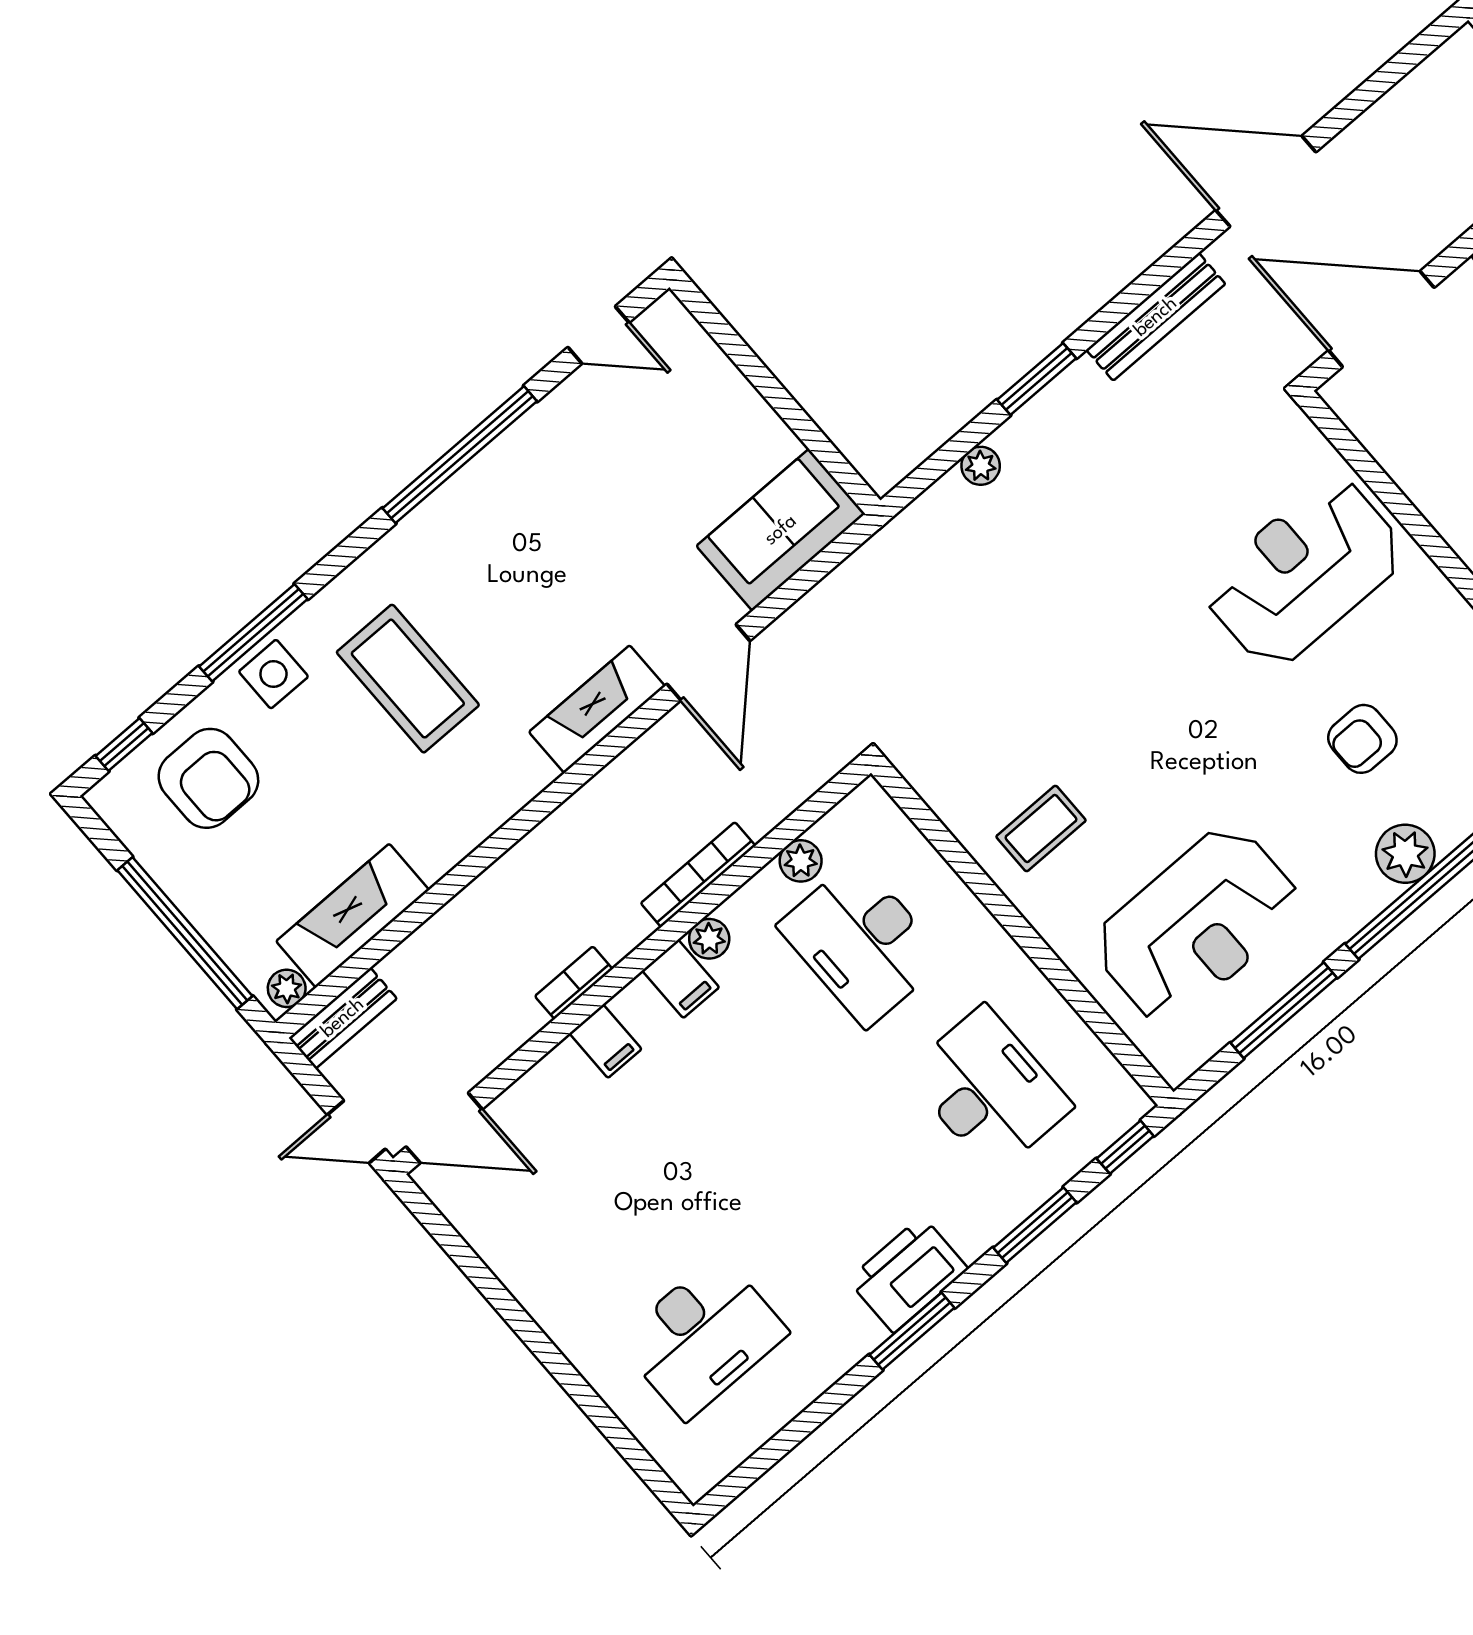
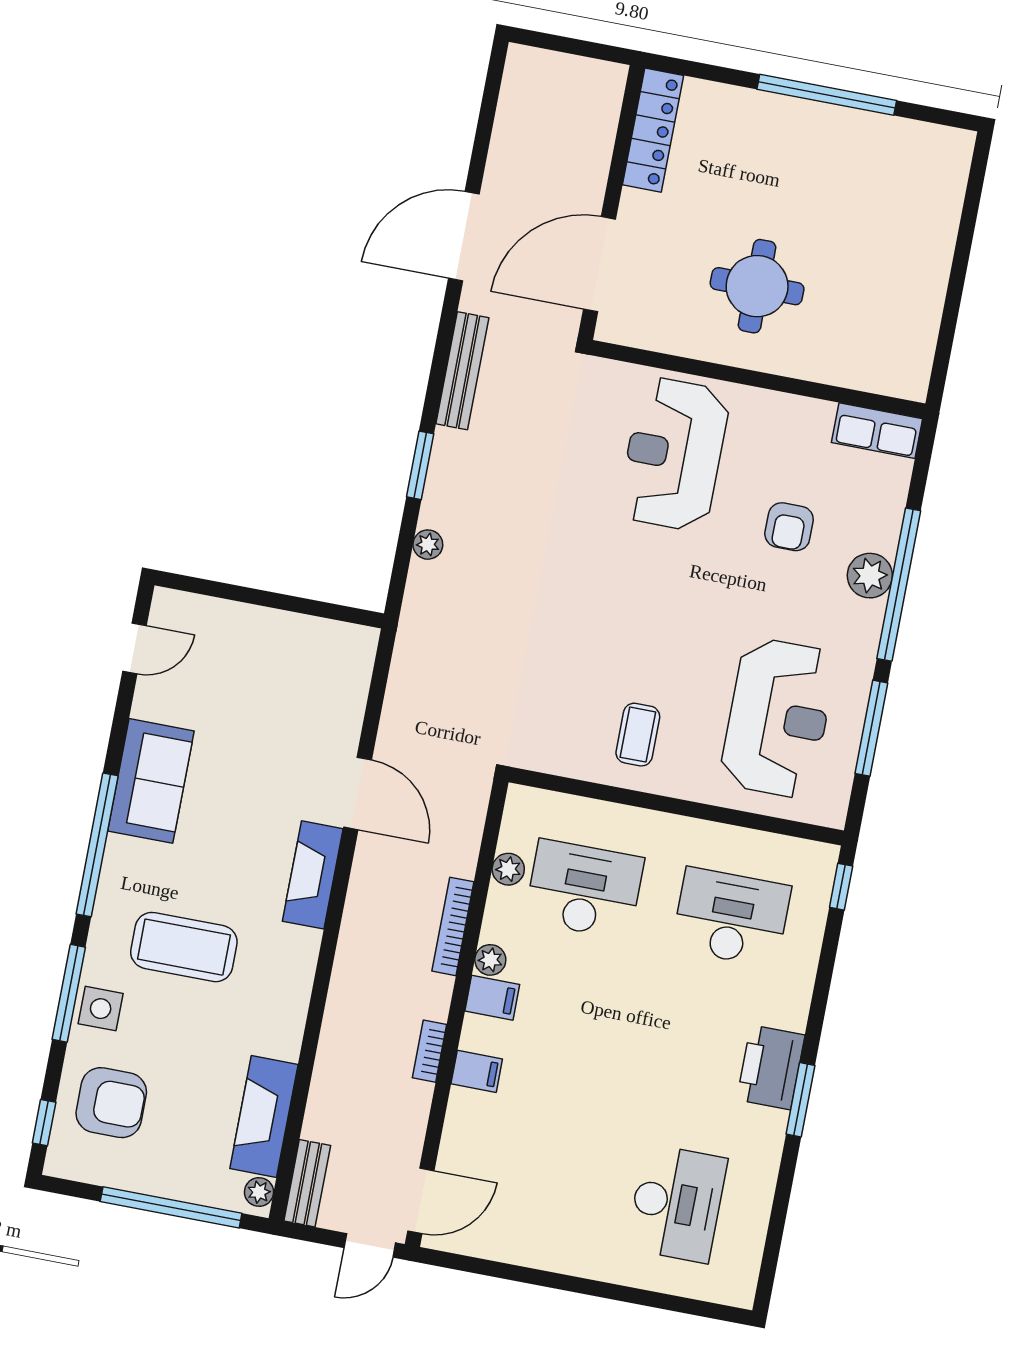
window: (460, 455) -> (97, 845), moved
sofa: (781, 530) -> (151, 781), moved, turned 180
desk: (862, 943) -> (584, 889), turned 180
window: (1035, 1225) -> (824, 977), removed

